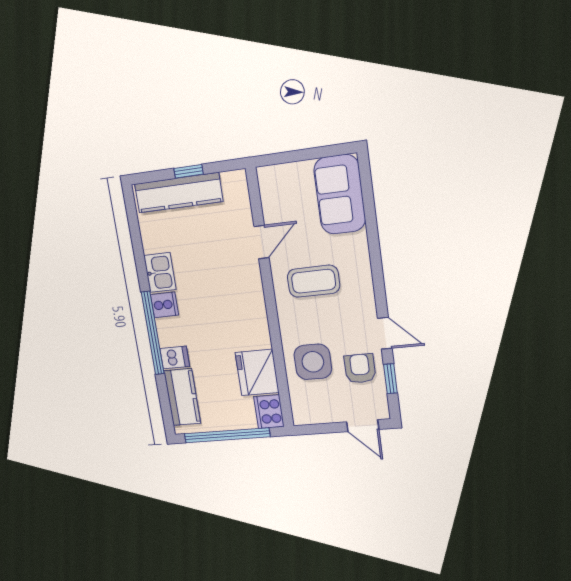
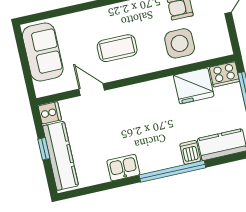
sofa: (340, 194) -> (43, 52), moved, turned -90
coffee table: (314, 281) -> (117, 48), turned 90
cooker: (165, 305) -> (50, 113), moved, turned 90

